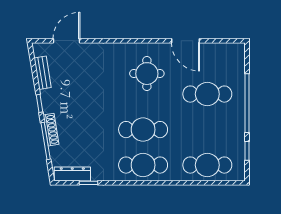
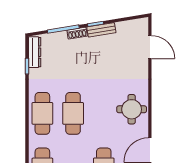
bench: (43, 73) -> (101, 30), moved
round table: (147, 74) -> (132, 109), moved
shoe rack: (51, 130) -> (77, 33), width x0.70

